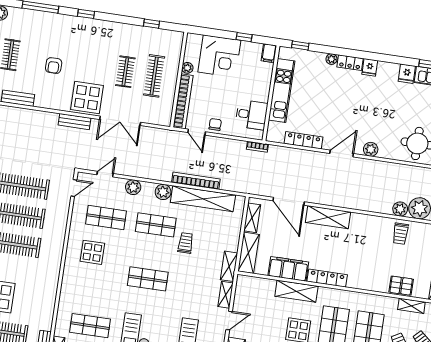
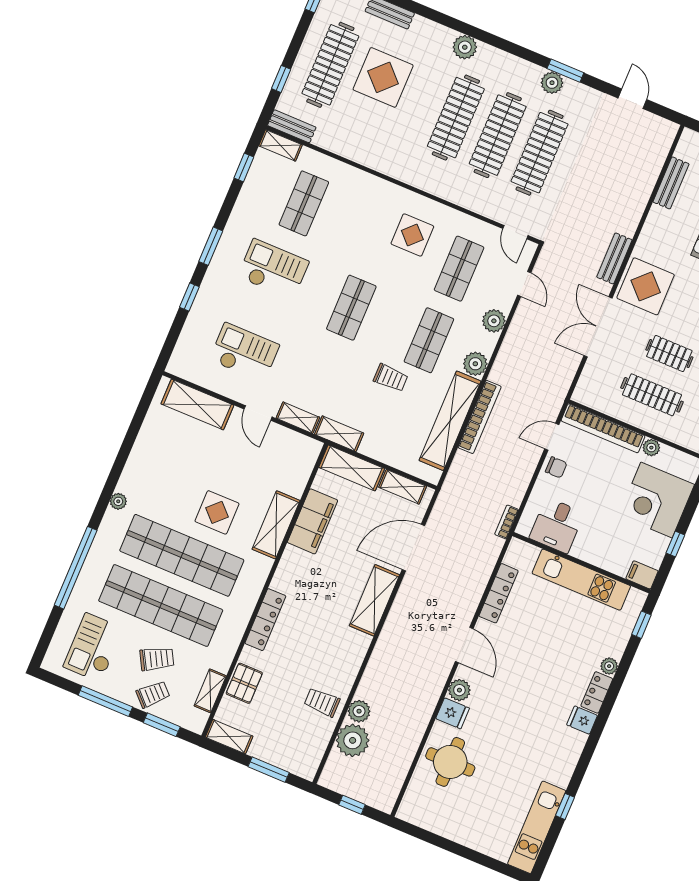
fridge: (407, 74) -> (453, 713), moved, turned 180
locker: (327, 278) -> (265, 620), moved

